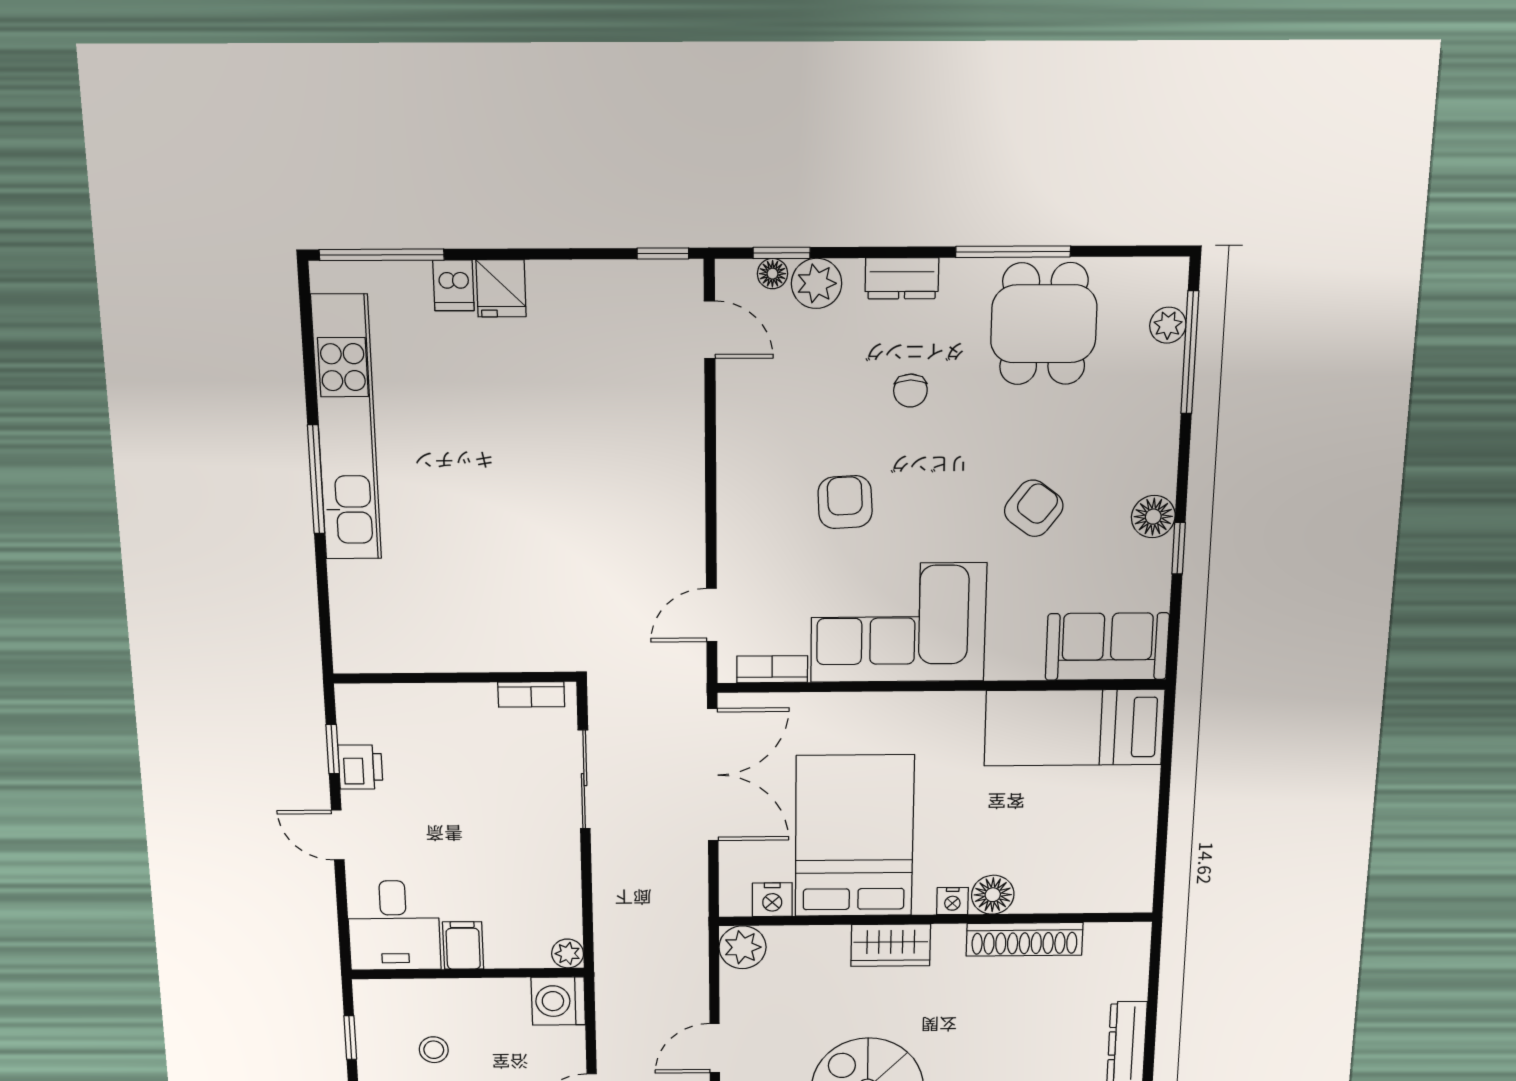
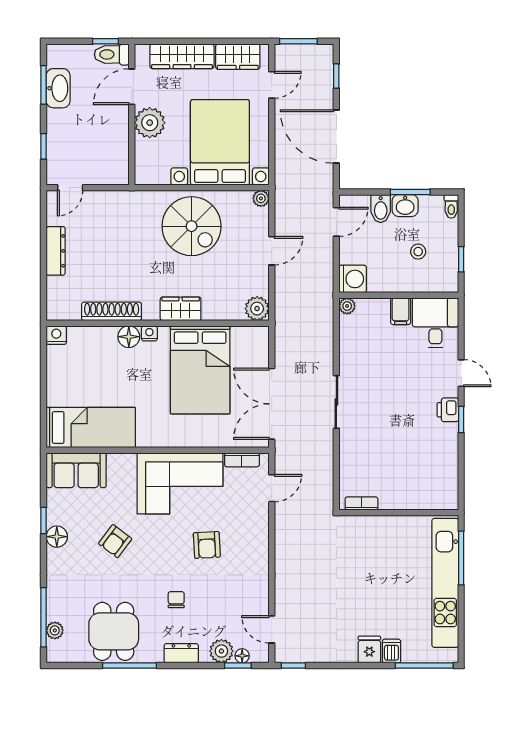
wall: (455, 678) -> (399, 513), moved
bookcase: (531, 694) -> (361, 504), moved
nightstand: (772, 900) -> (56, 335), moved

